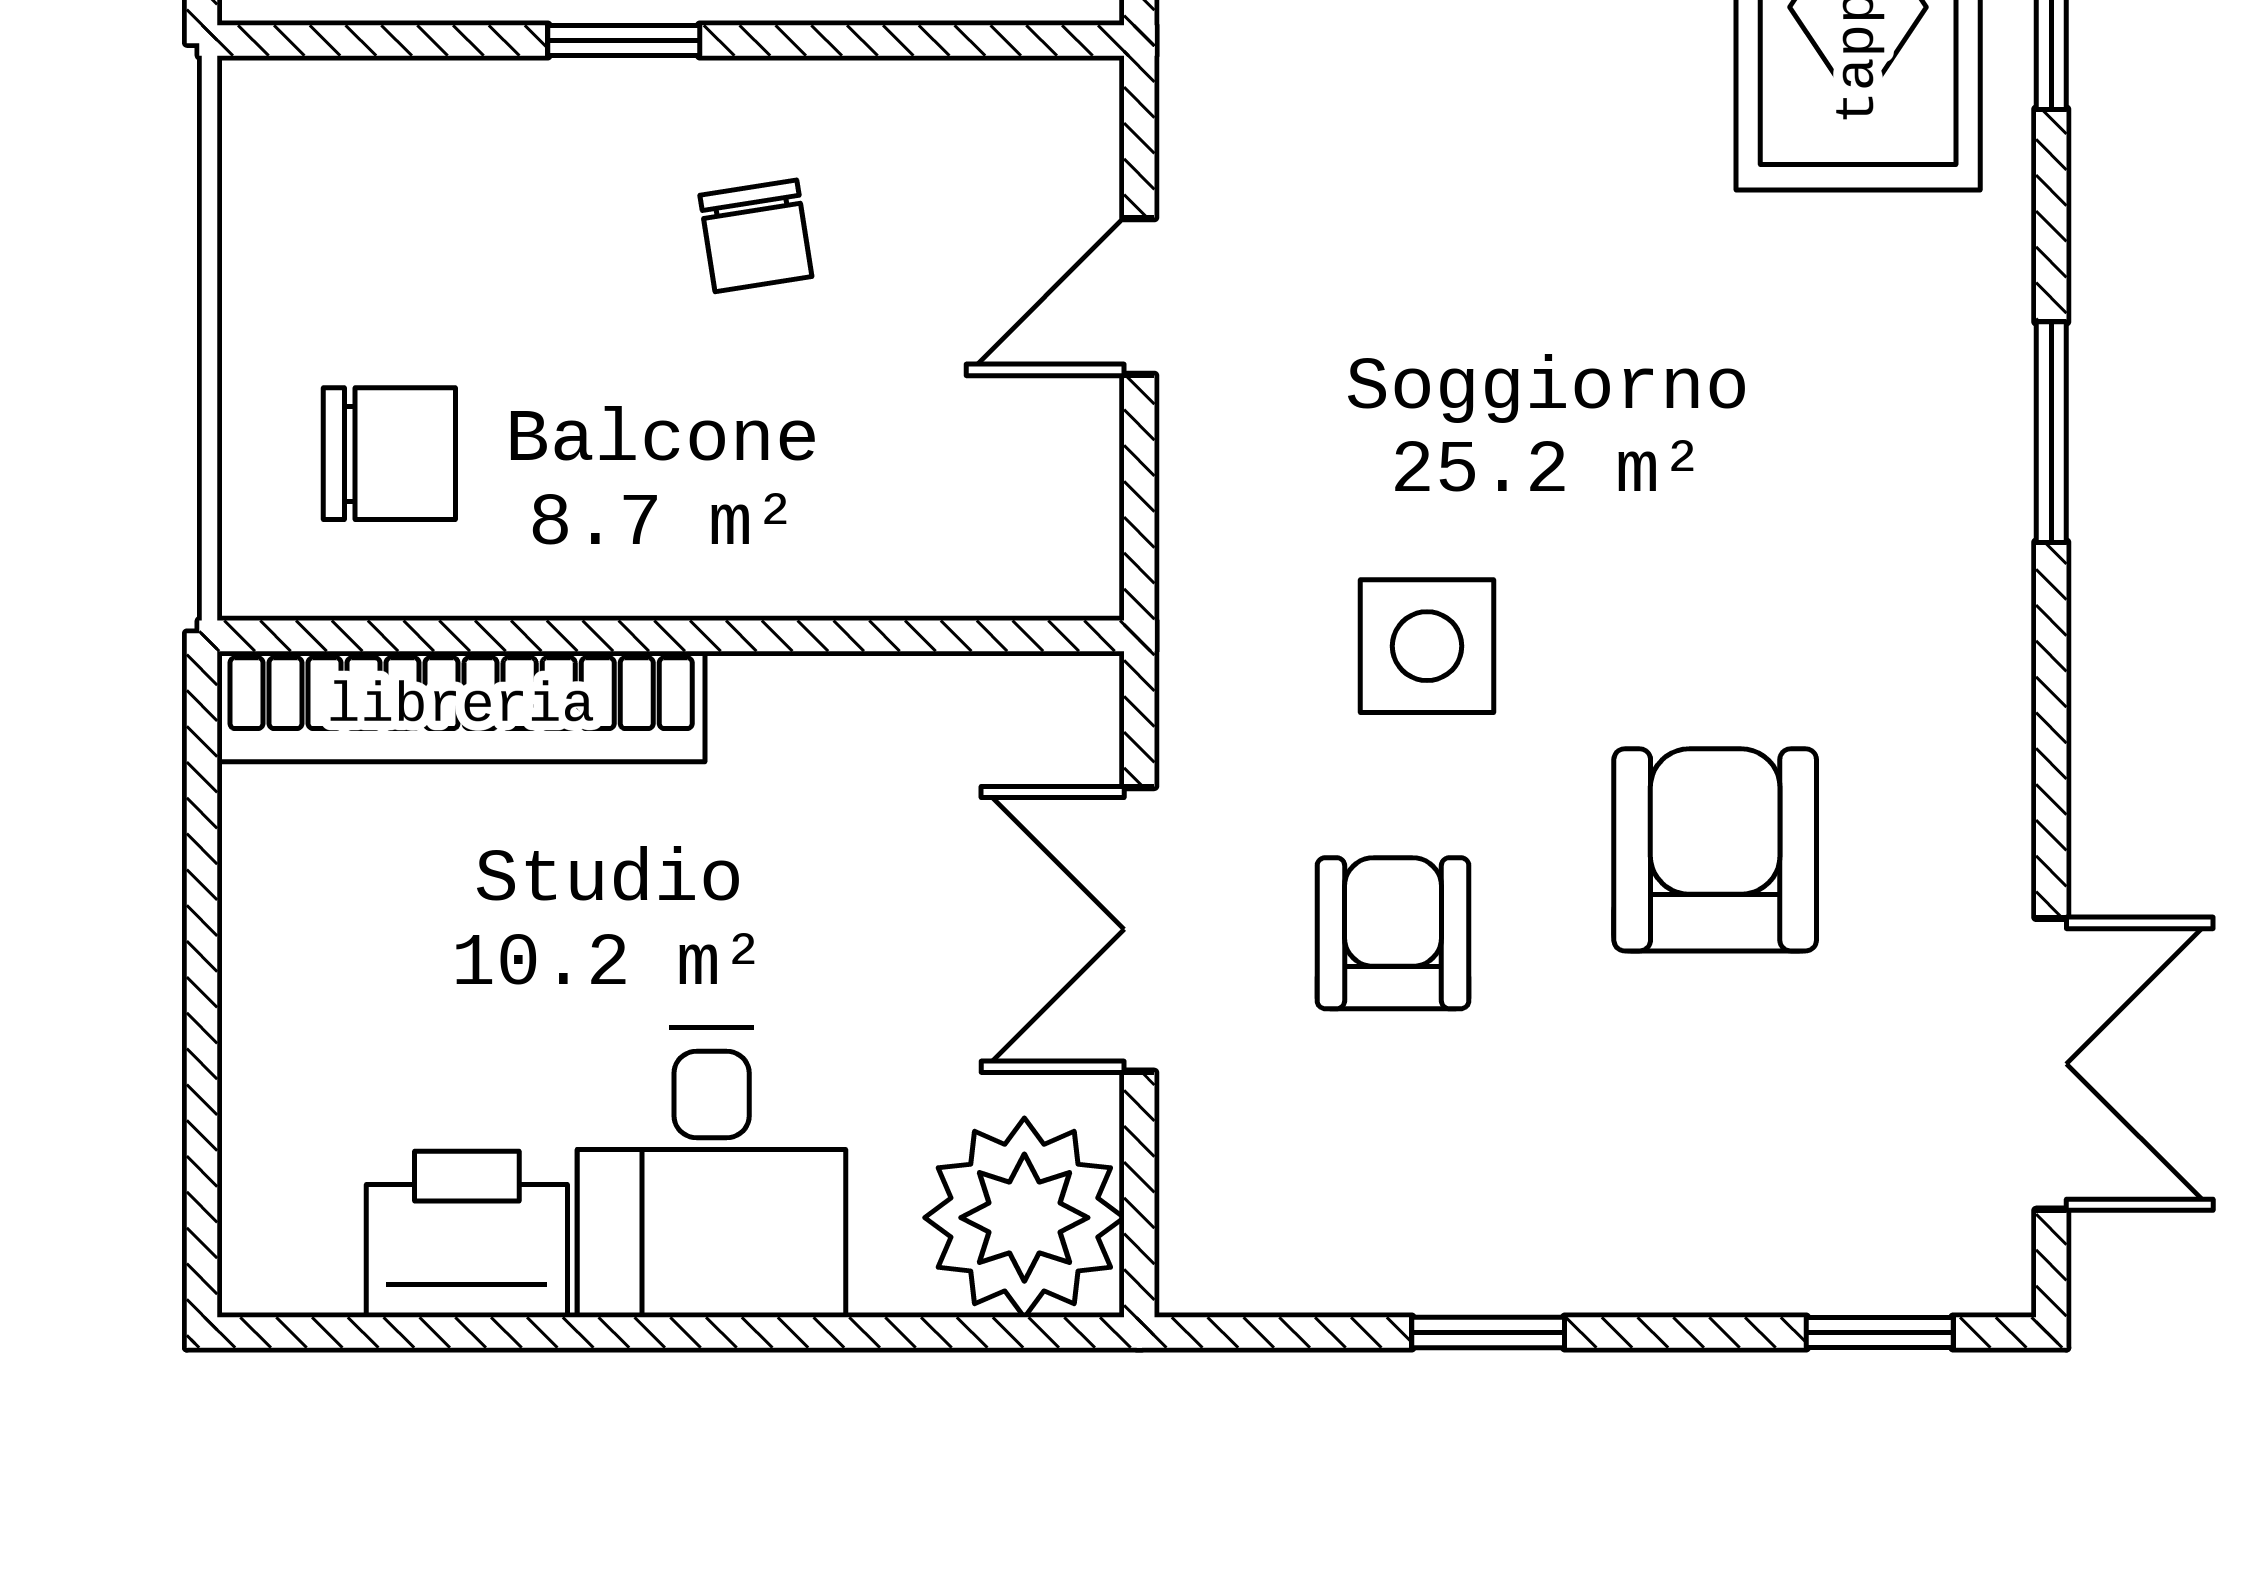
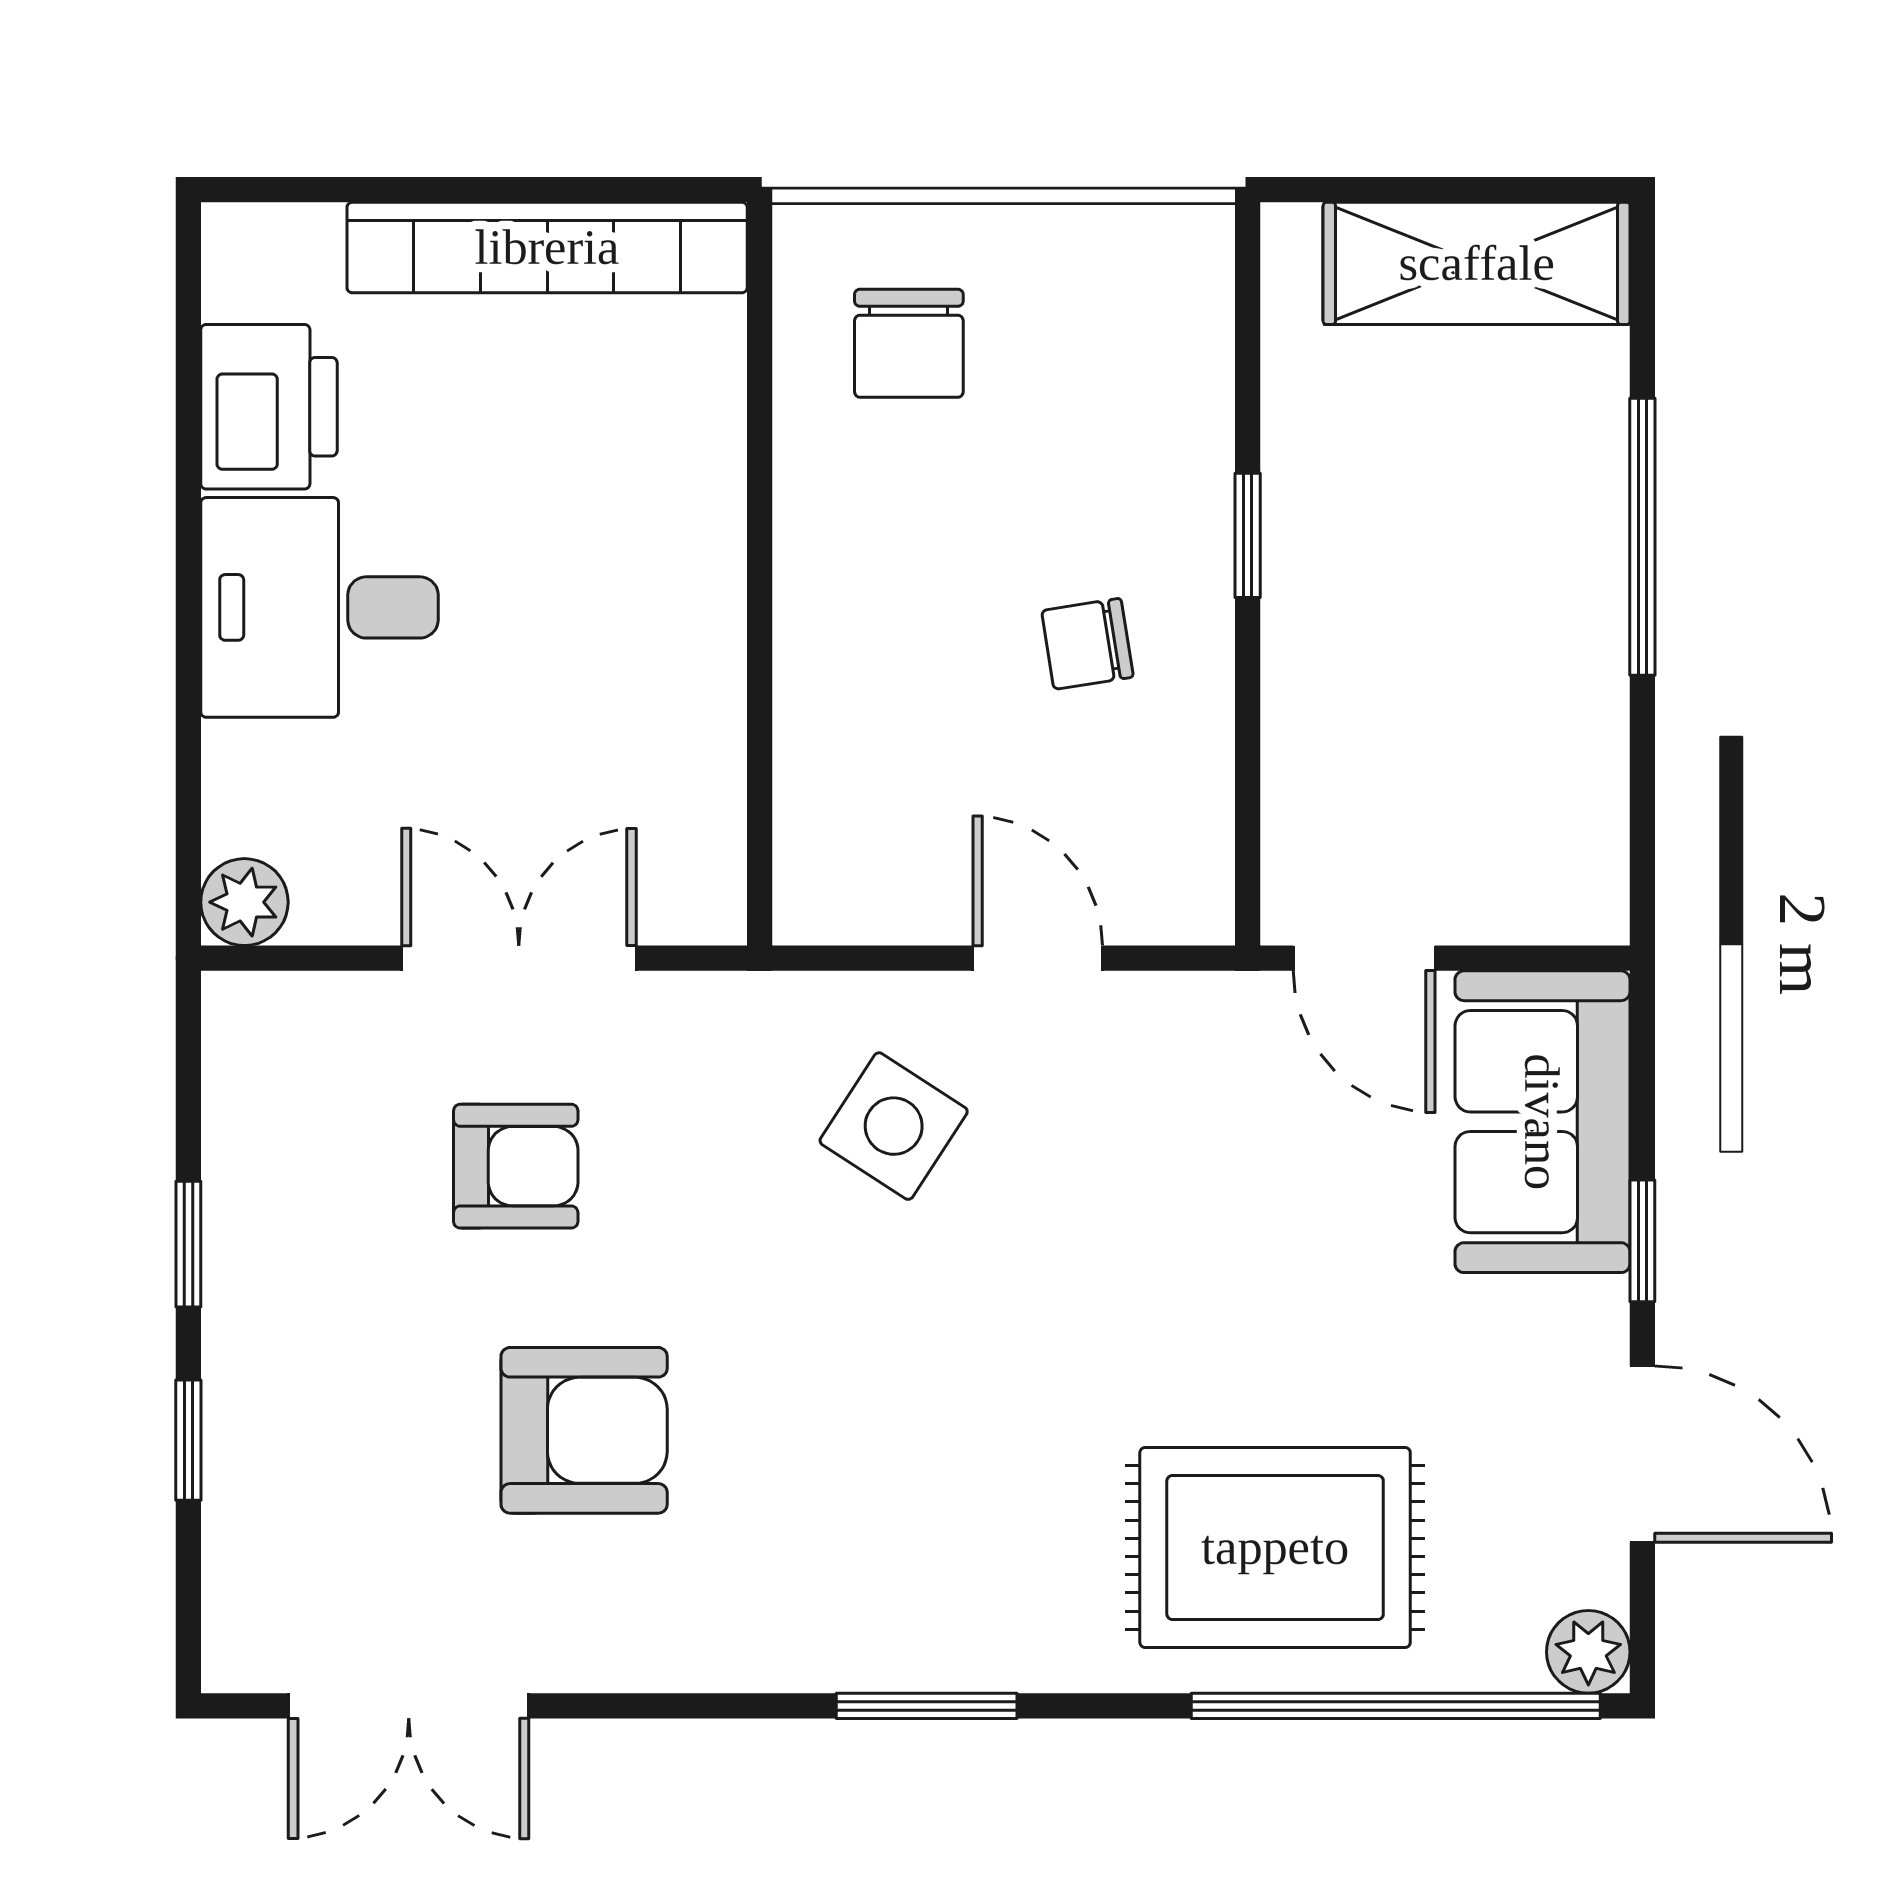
side table: (1427, 646) -> (894, 1126), moved, turned 33
bookcase: (461, 706) -> (547, 247), moved, turned -90
plant: (1024, 1218) -> (244, 902), width x0.53, depth x0.53
window: (1880, 1332) -> (188, 1440), moved

